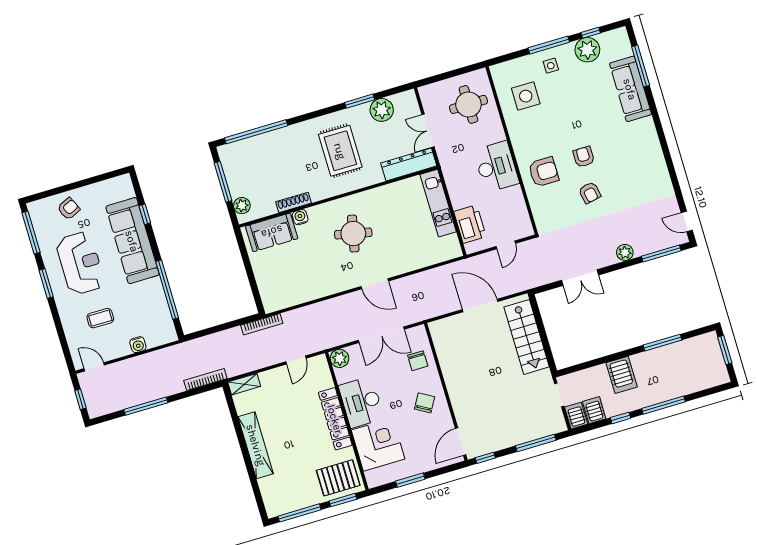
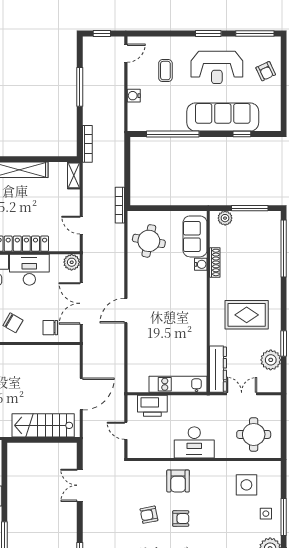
round table: (353, 234) -> (149, 241), moved
plant: (625, 252) -> (90, 529), removed

